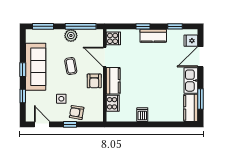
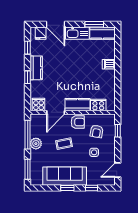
armchair: (77, 112) -> (97, 131), moved
dishwasher: (142, 115) -> (109, 64), moved
window: (70, 124) -> (118, 131), moved

